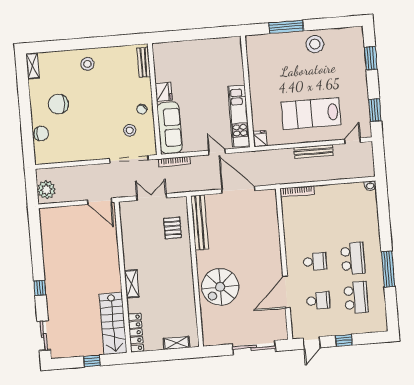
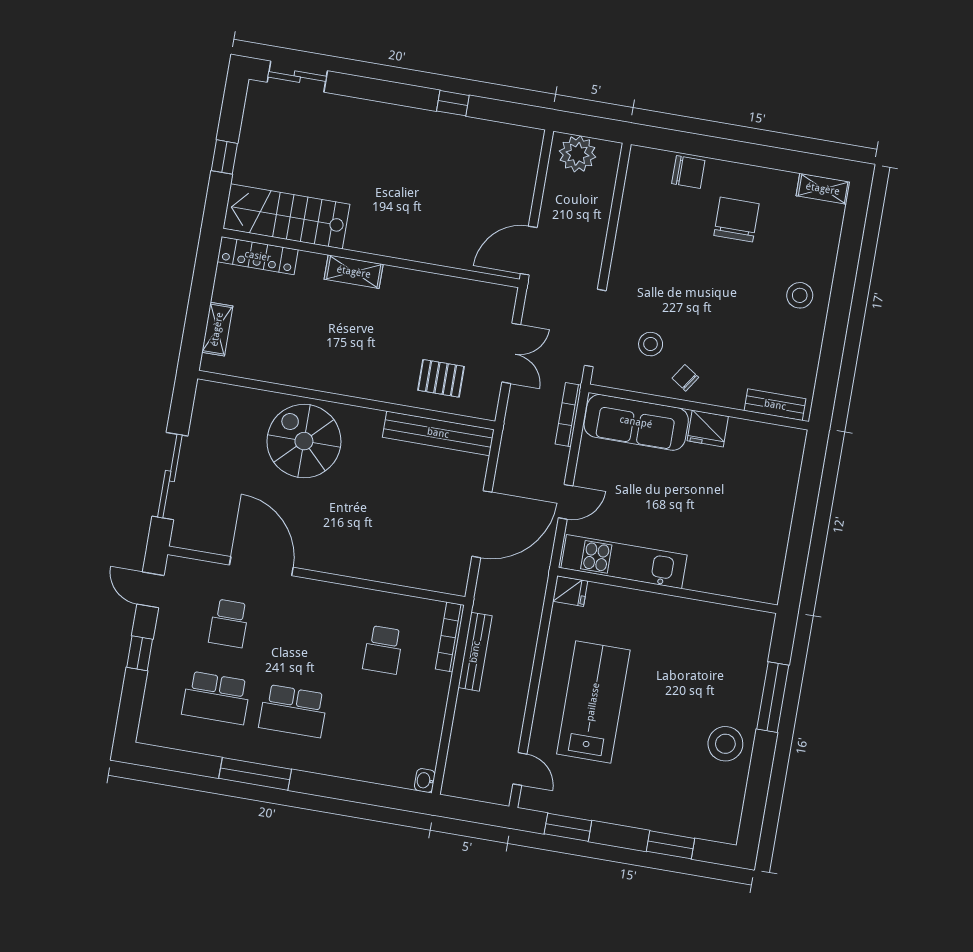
chair: (41, 133) -> (688, 172), turned -90
bench: (314, 151) -> (475, 652), moved
school desk: (315, 261) -> (383, 650), moved
window: (40, 288) -> (453, 103), moved

